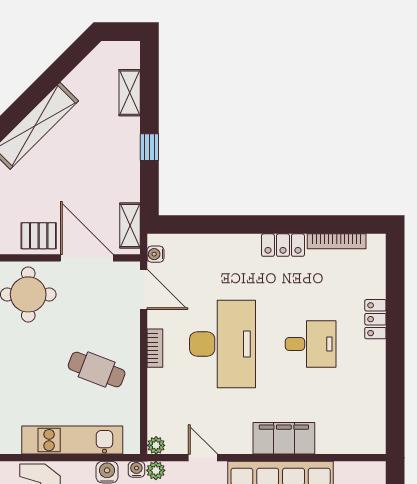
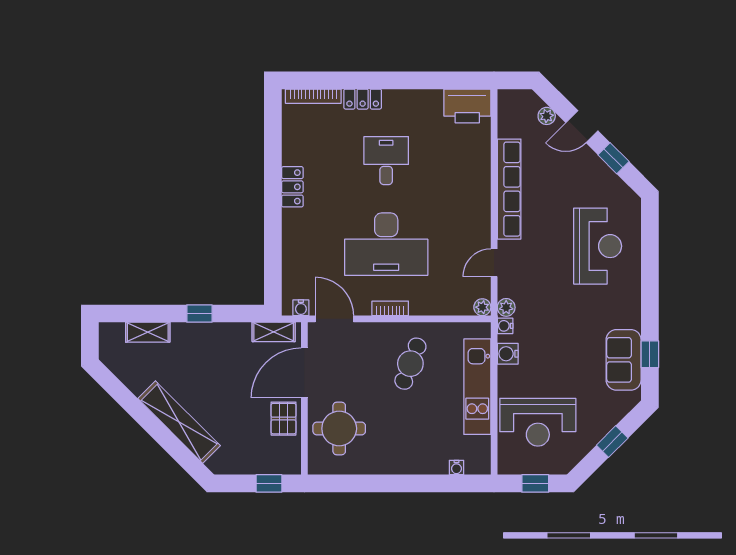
bookcase: (337, 241) -> (313, 96), moved, turned 90
door: (144, 289) -> (334, 319), hinge flipped
desk: (223, 344) -> (386, 244), turned 180
printer: (368, 429) -> (467, 106), added
filing cabinet: (284, 438) -> (476, 186), removed

